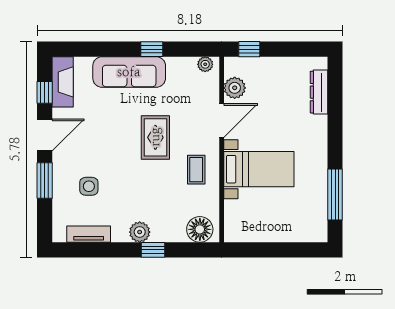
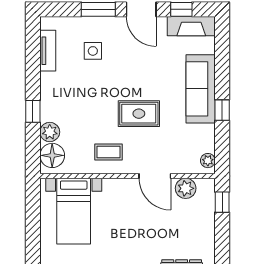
bed with nightstands: (259, 169) -> (74, 211), moved
plant: (140, 232) -> (50, 132), moved

